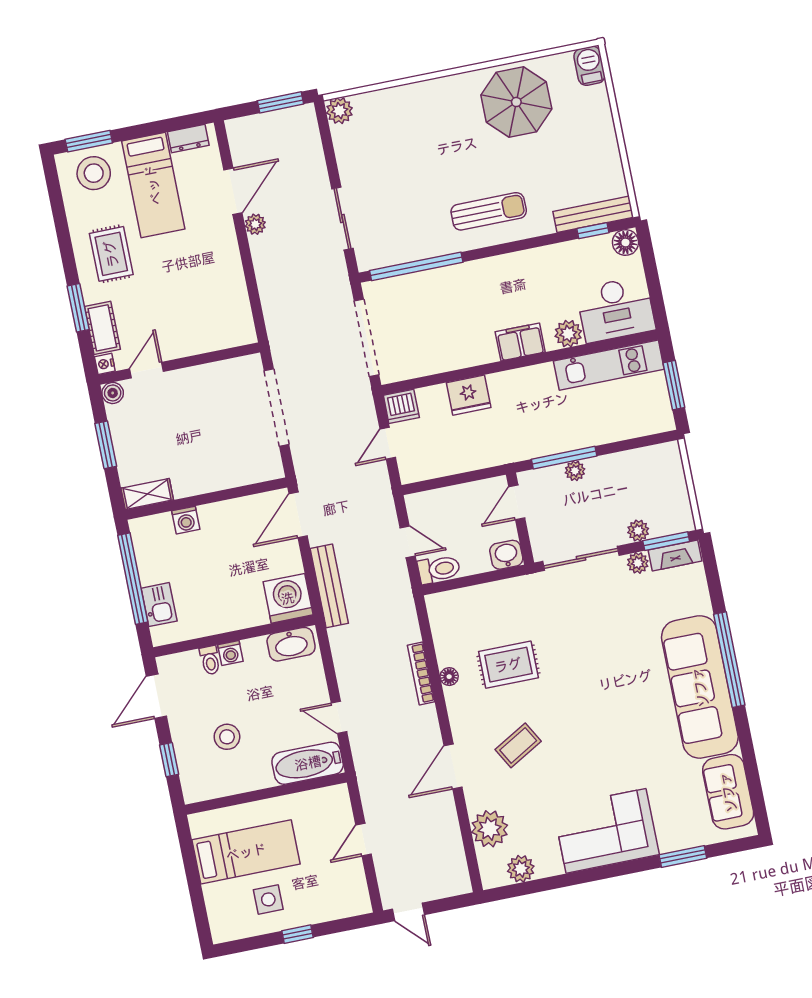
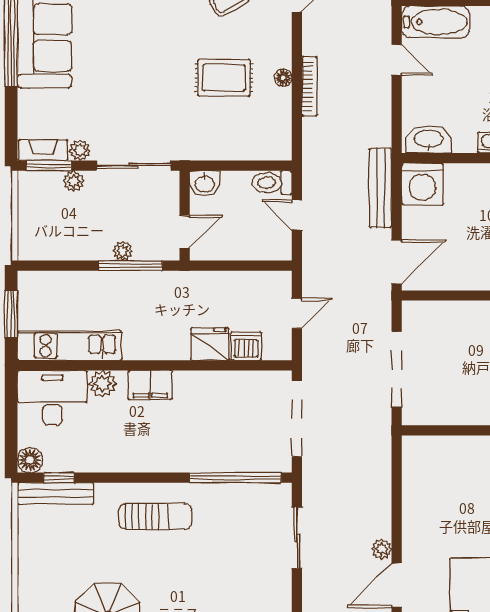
sun lounger: (489, 211) -> (155, 516), turned 180
dishwasher: (401, 406) -> (246, 346), moved

